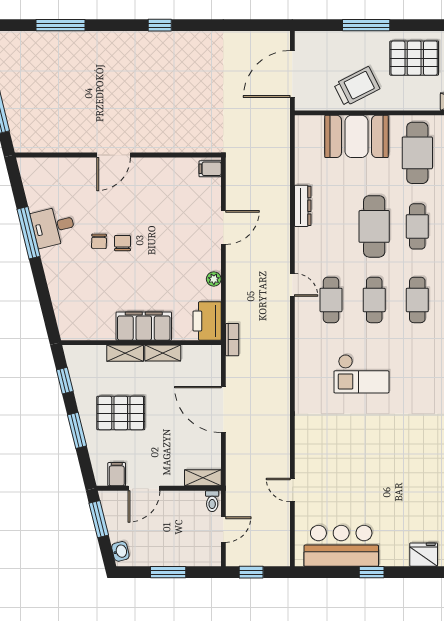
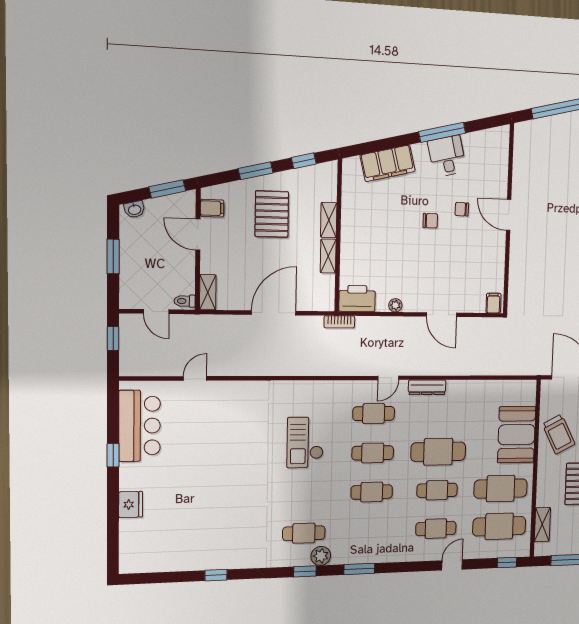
dresser: (303, 206) -> (427, 387), moved
chair: (99, 241) -> (462, 209), moved
filing cabinet: (144, 326) -> (388, 163), moved, turned 76

